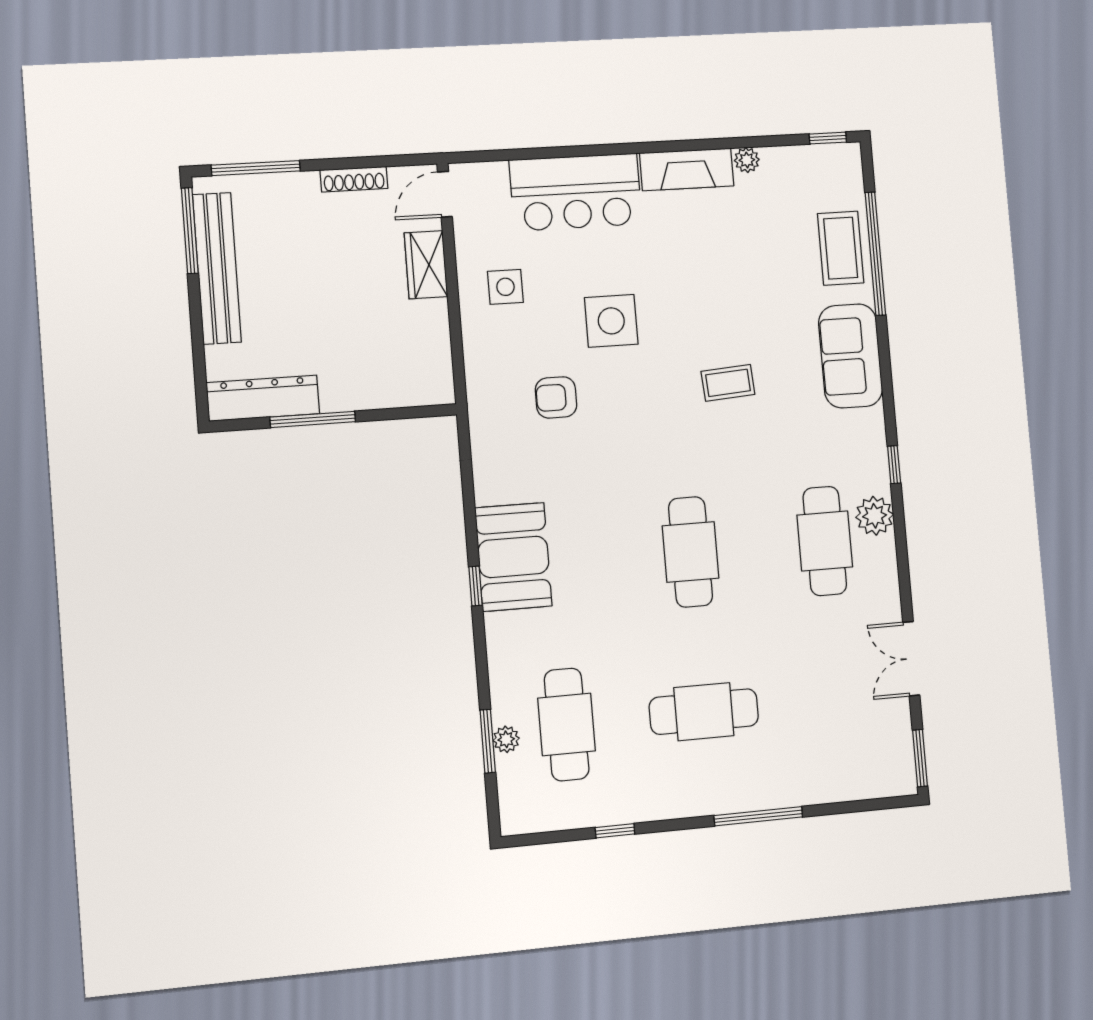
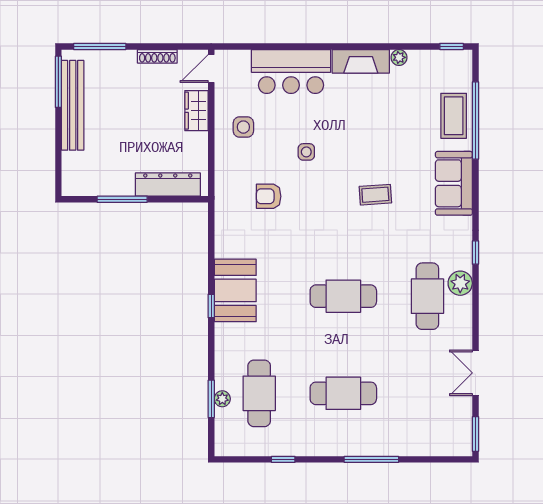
side table: (611, 321) -> (306, 152), width x0.54, depth x0.54
dresser: (263, 398) -> (168, 185), moved
cafe table: (691, 552) -> (343, 296), turned 90

